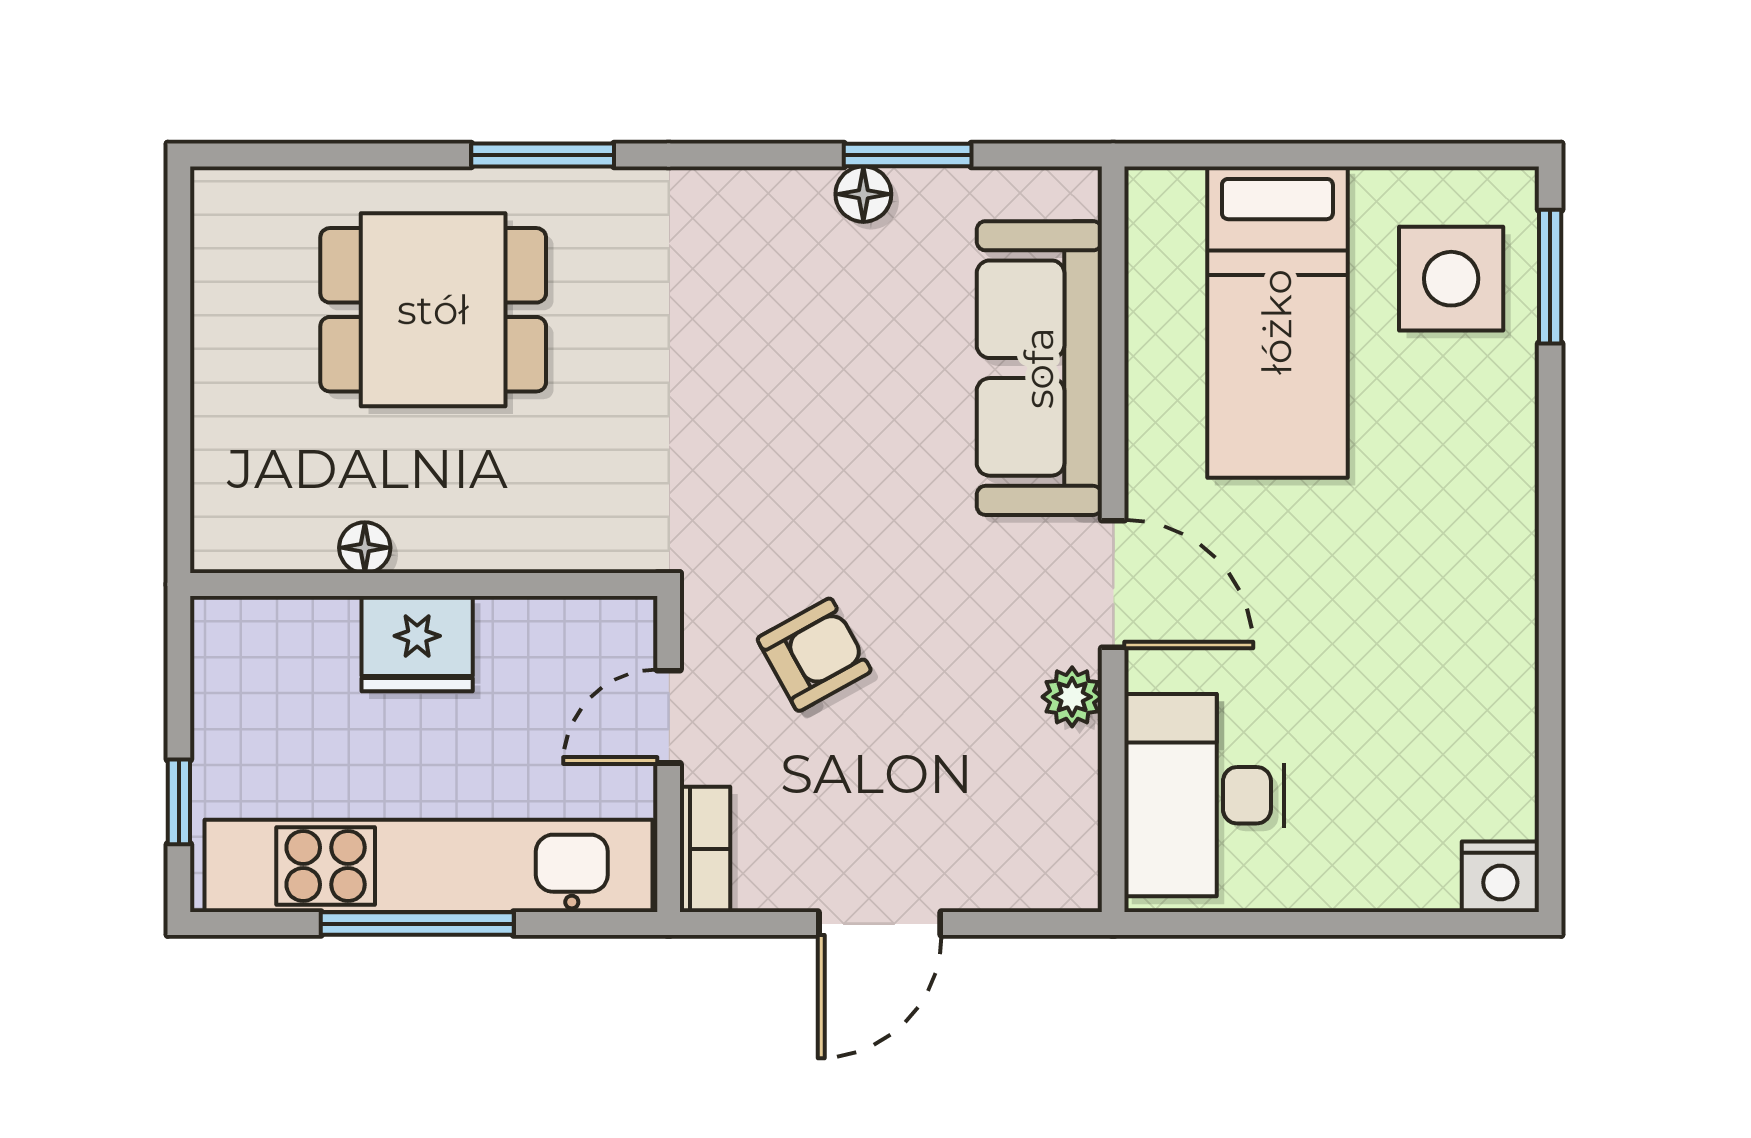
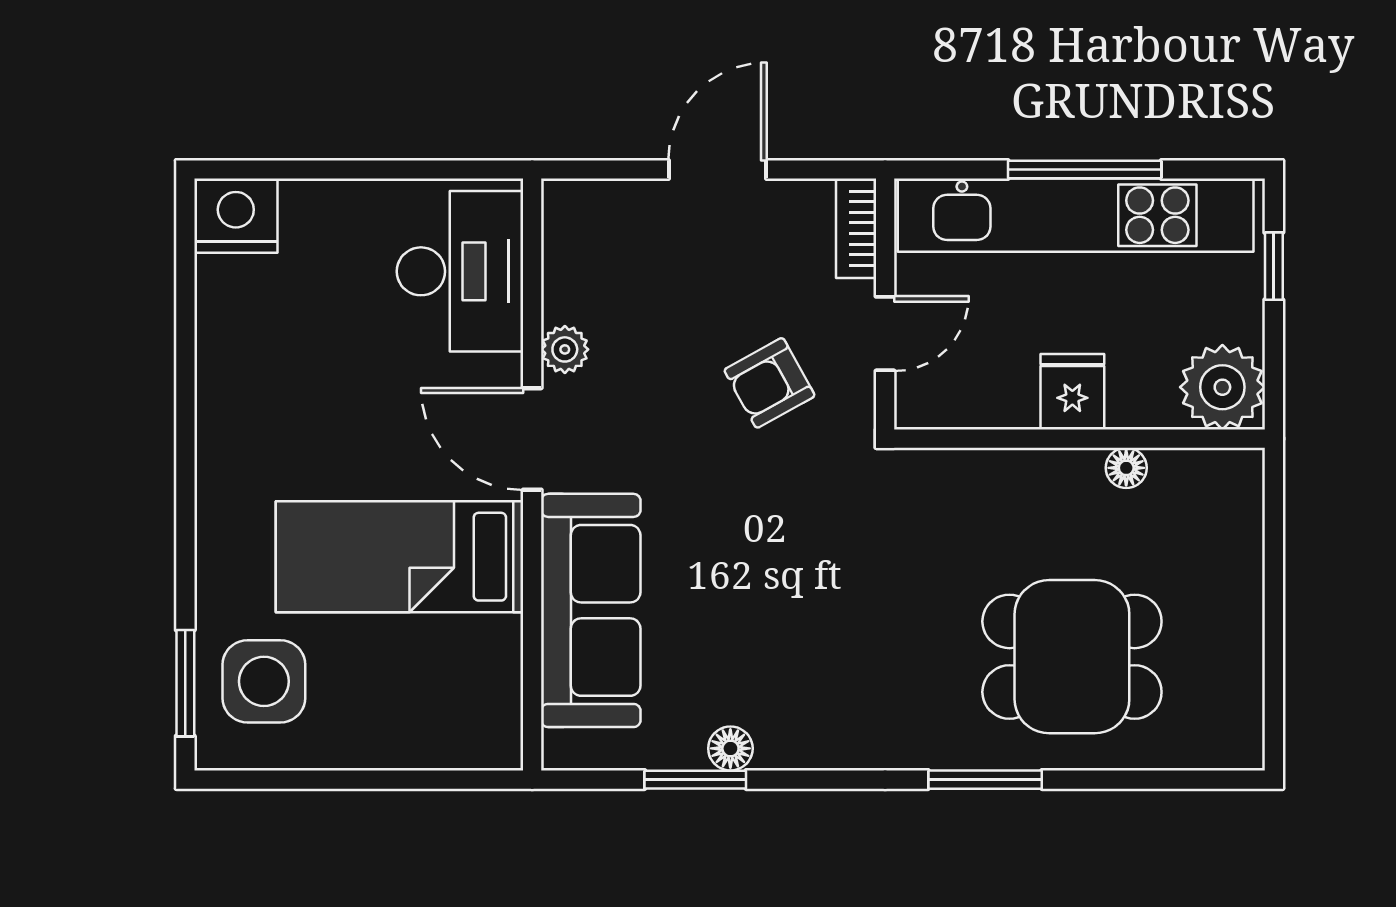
bed: (1277, 322) -> (400, 557), moved, turned -90
fridge: (417, 644) -> (1072, 392), width x0.72
plant: (244, 649) -> (1222, 387), added
nightstand: (1500, 877) -> (236, 216), width x1.36, depth x1.33

